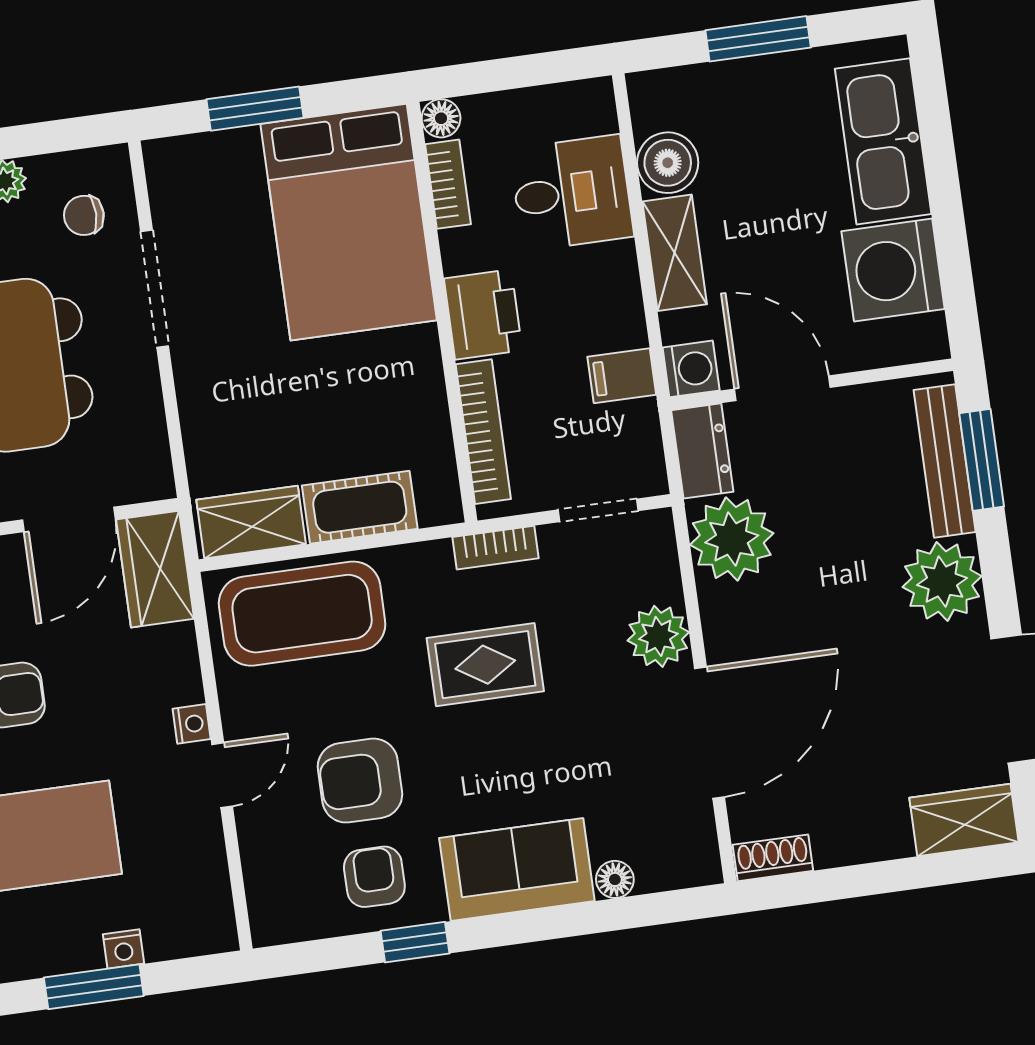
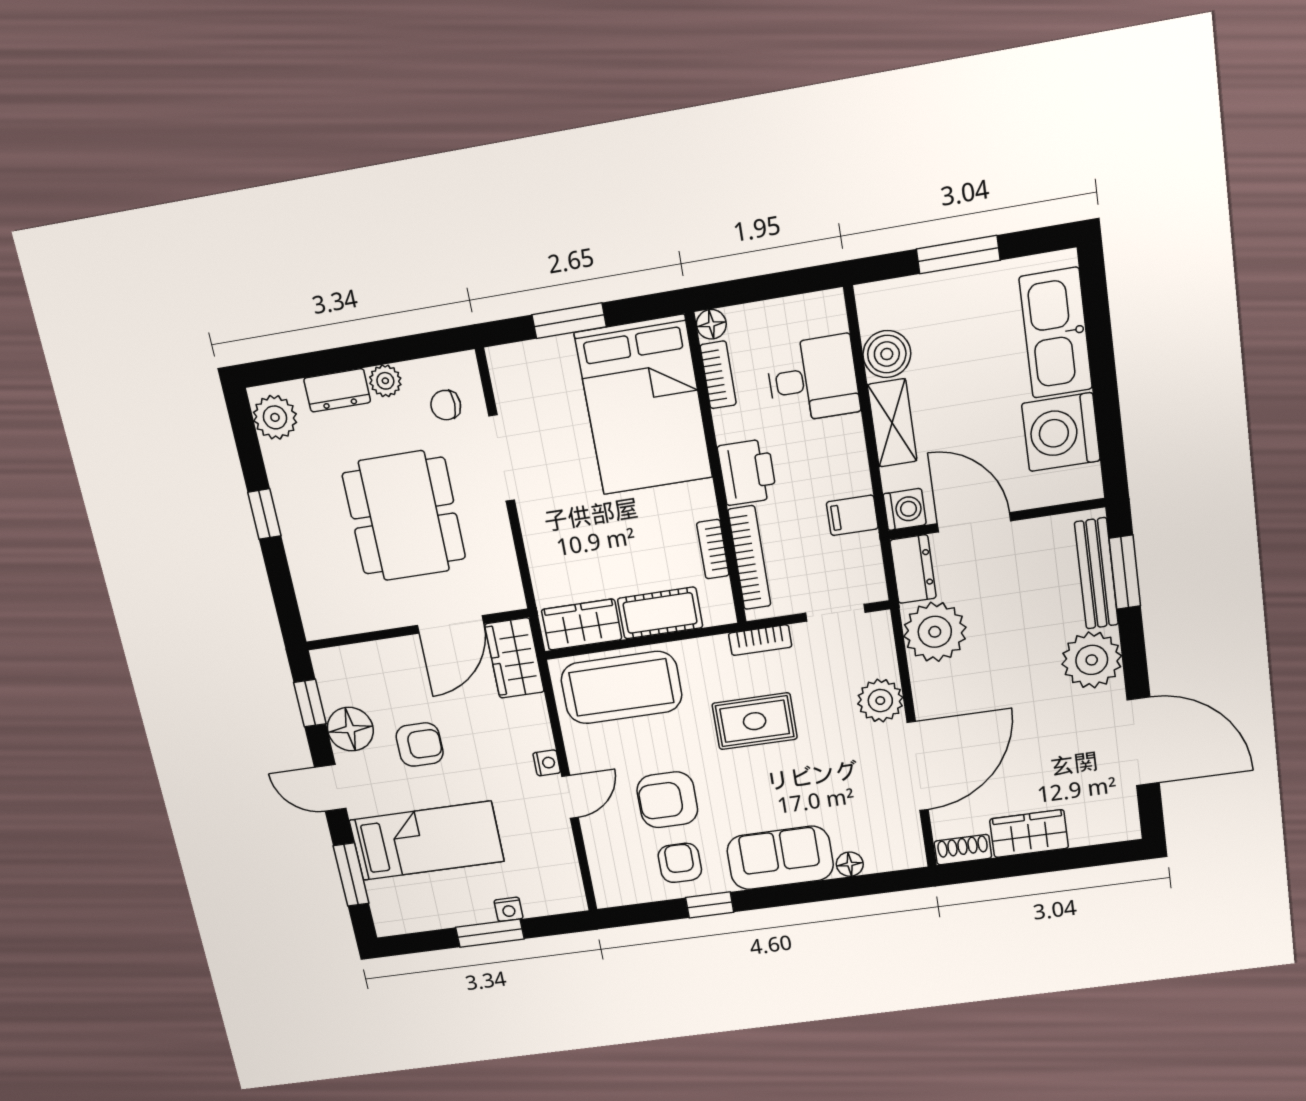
bookcase: (434, 419) -> (713, 549), added
wardrobe: (964, 820) -> (1029, 834), moved

